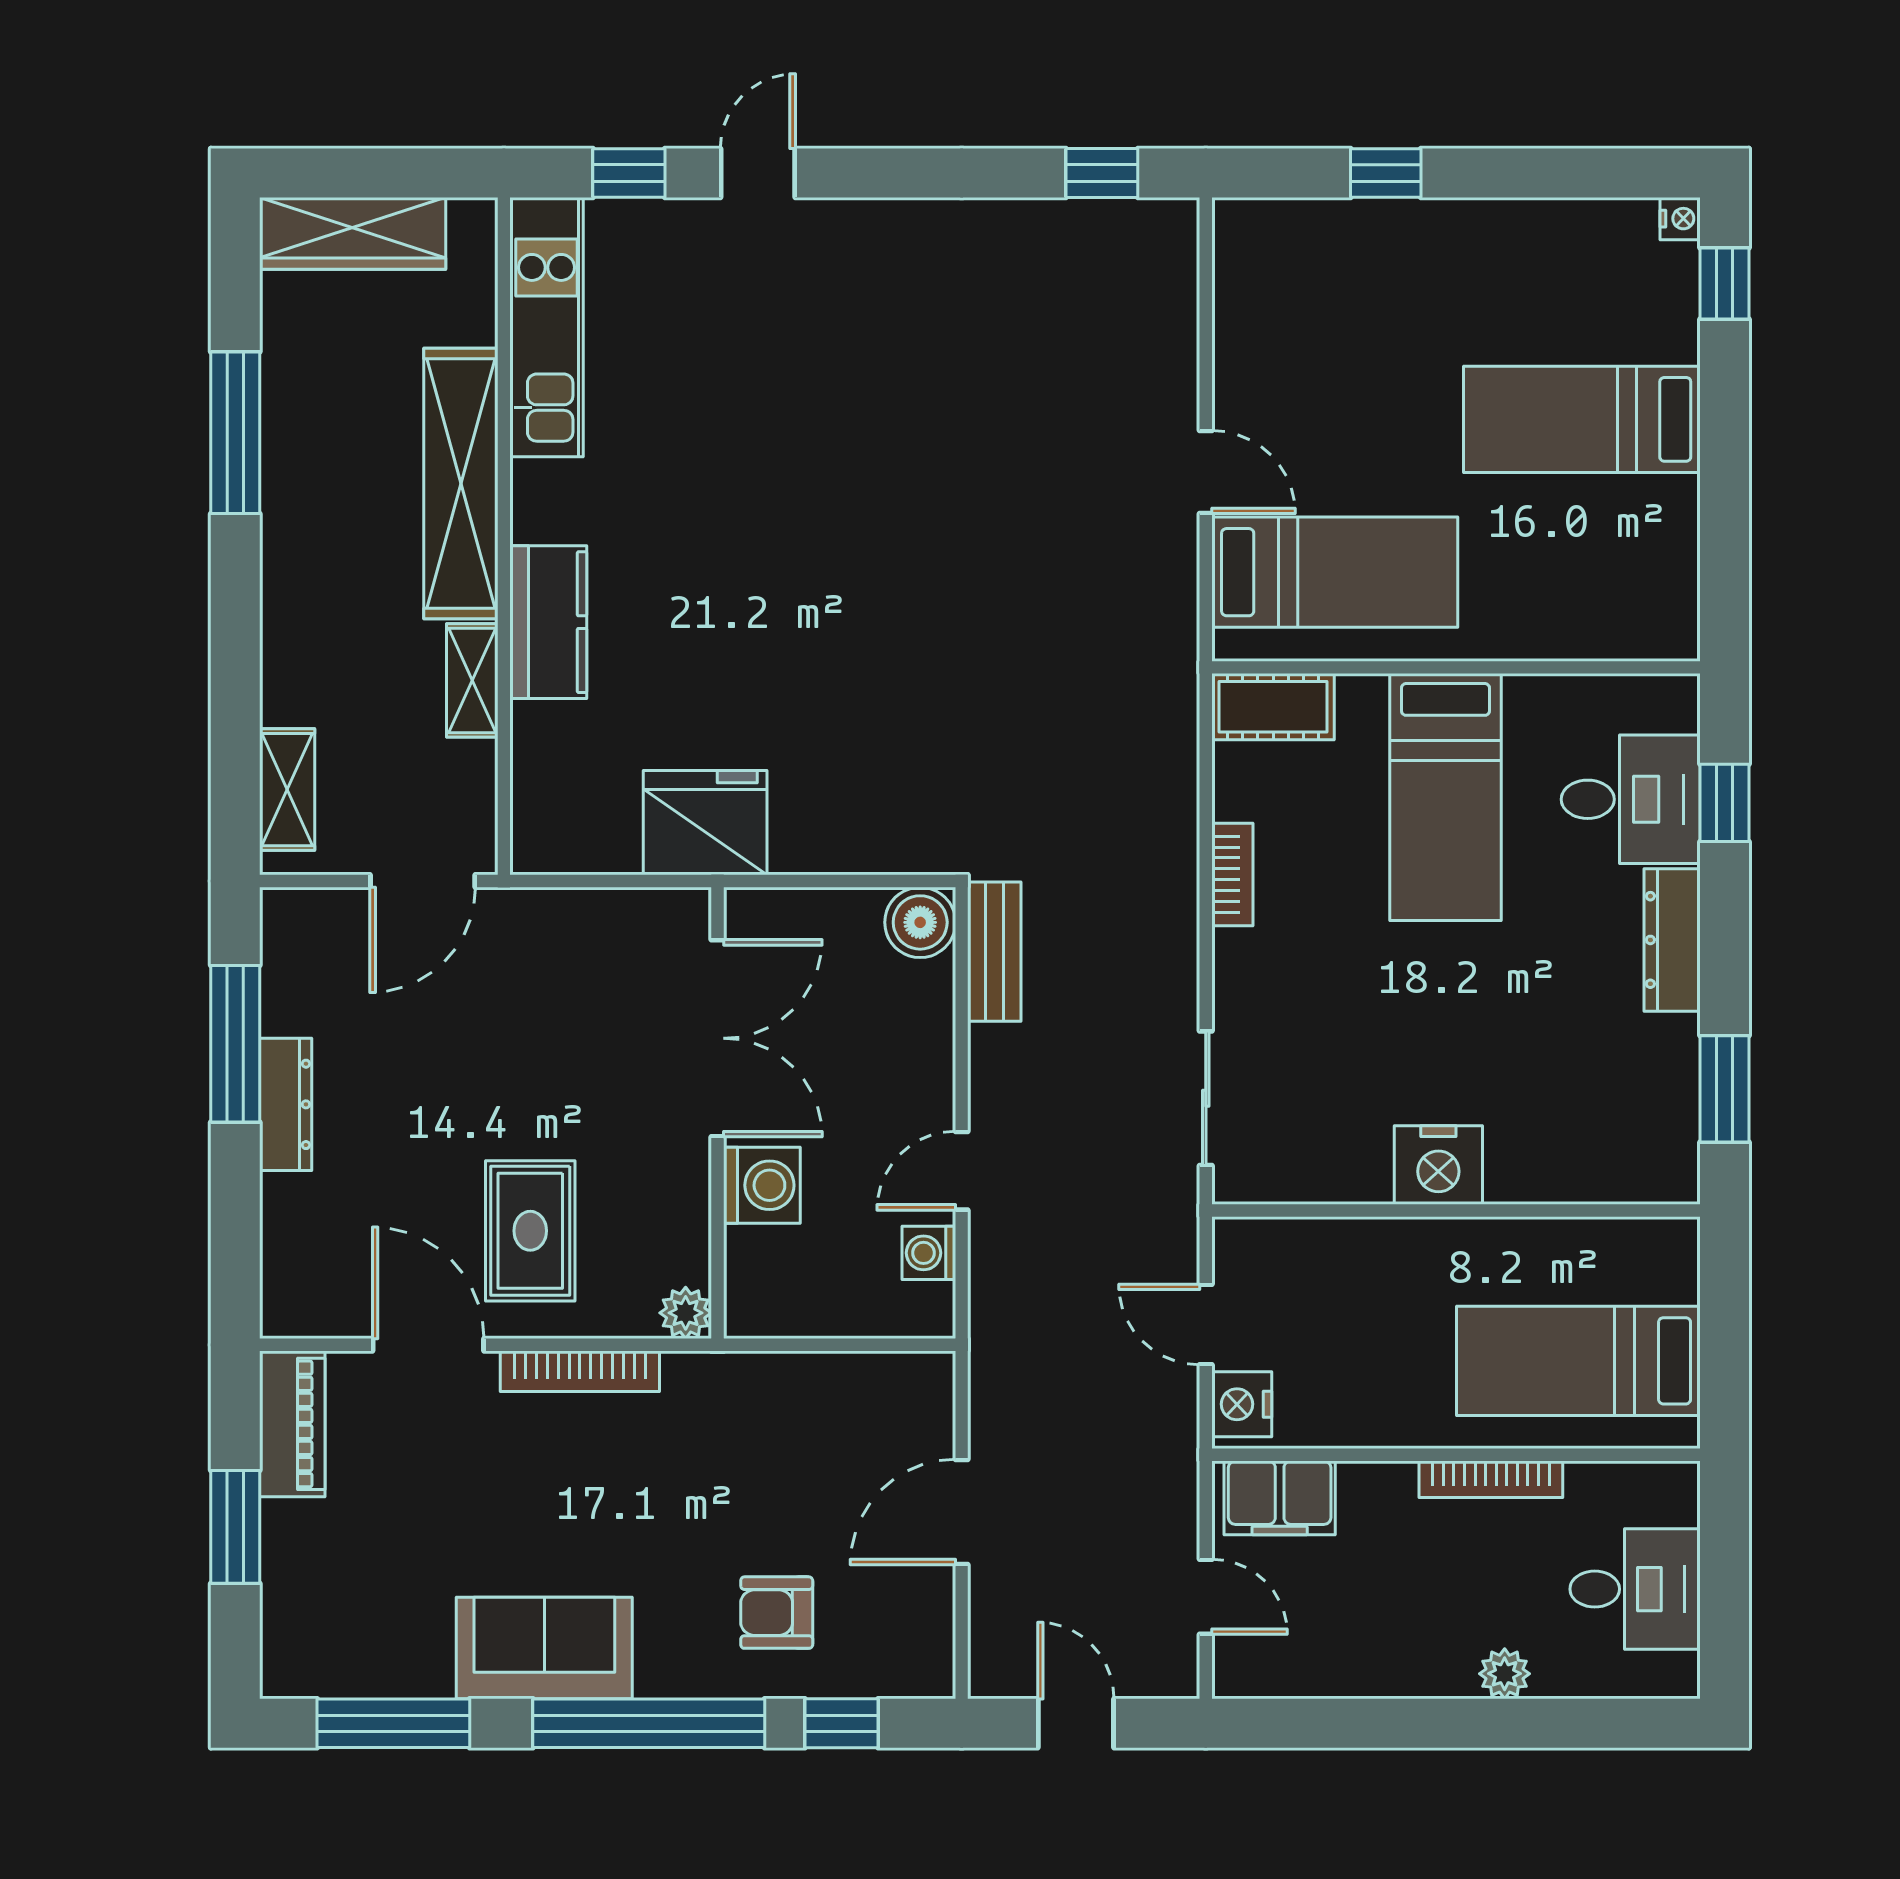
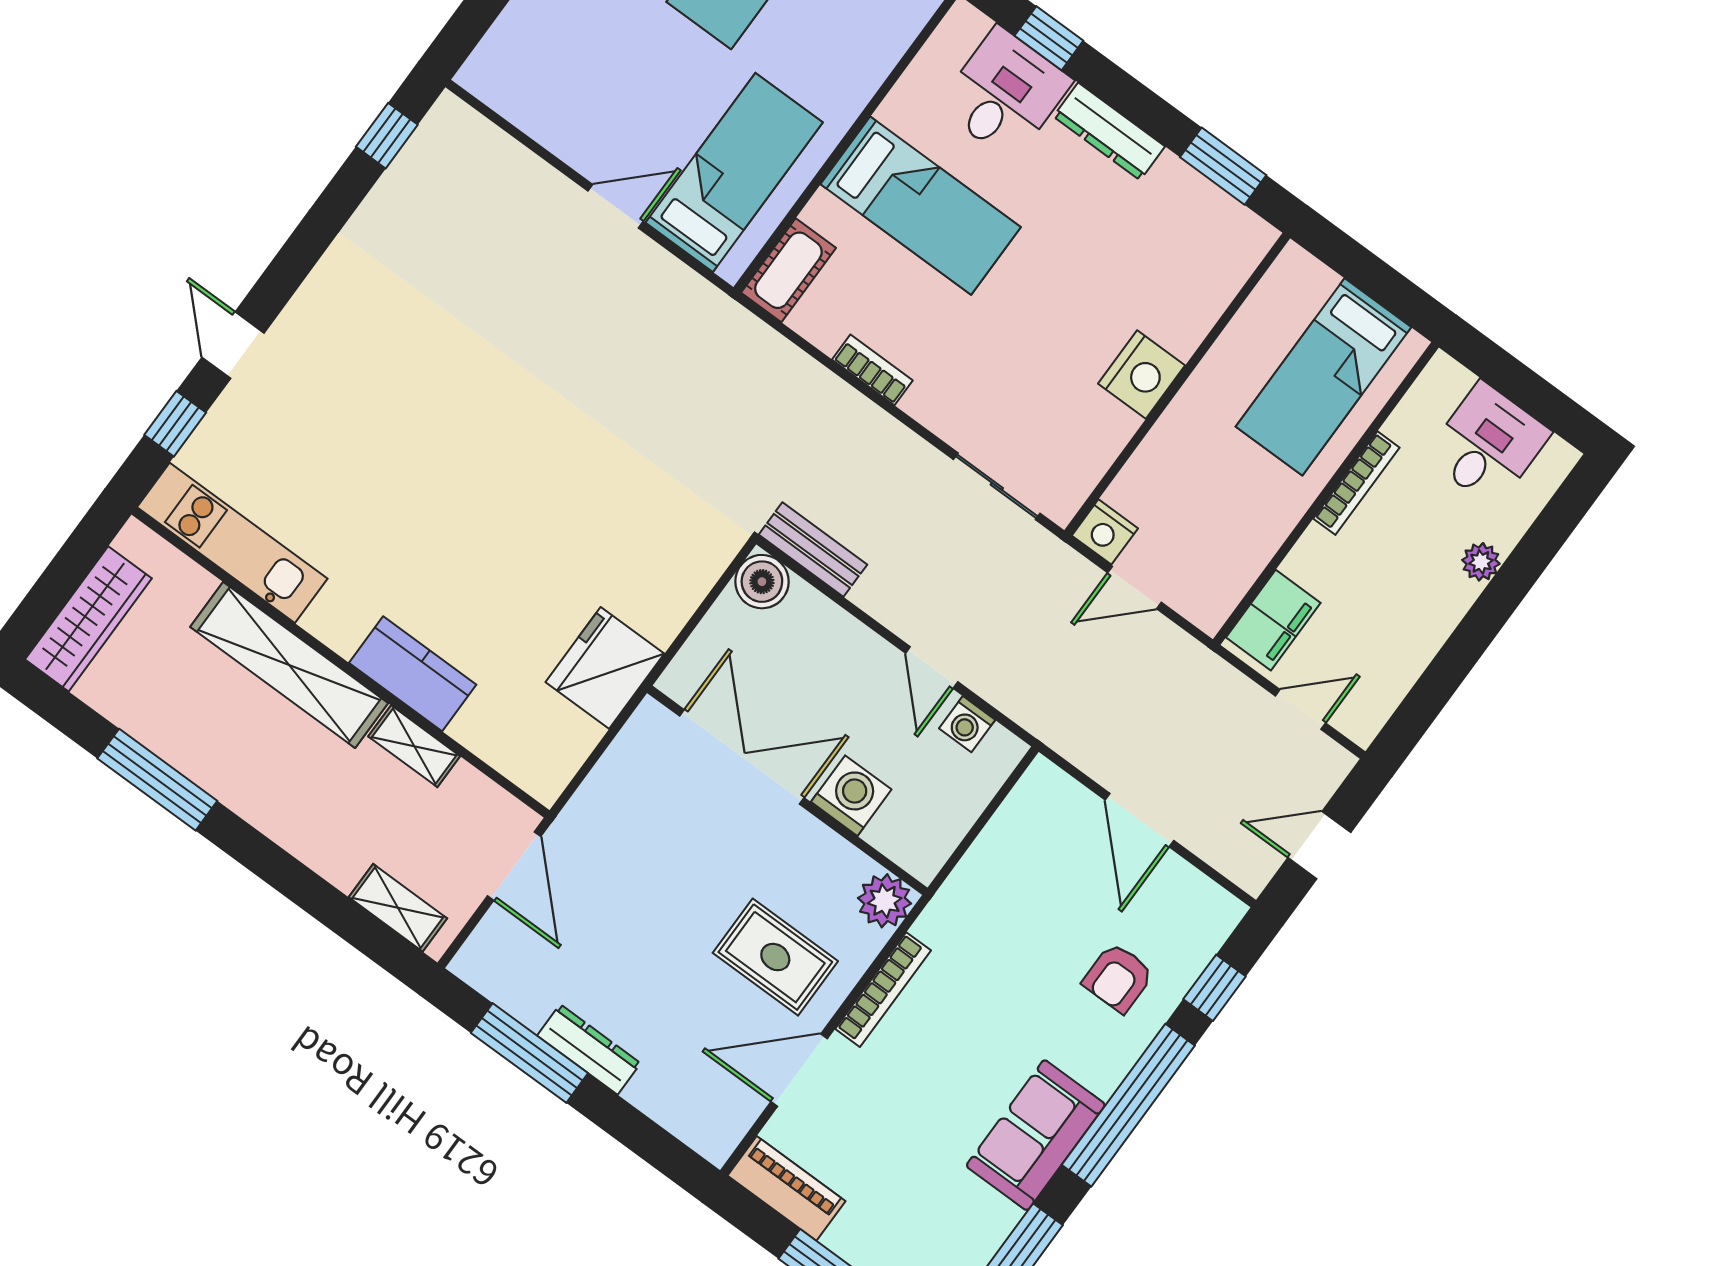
plant: (686, 1313) -> (885, 901), width x1.38, depth x1.38
nightstand: (1242, 1404) -> (1105, 532), moved

